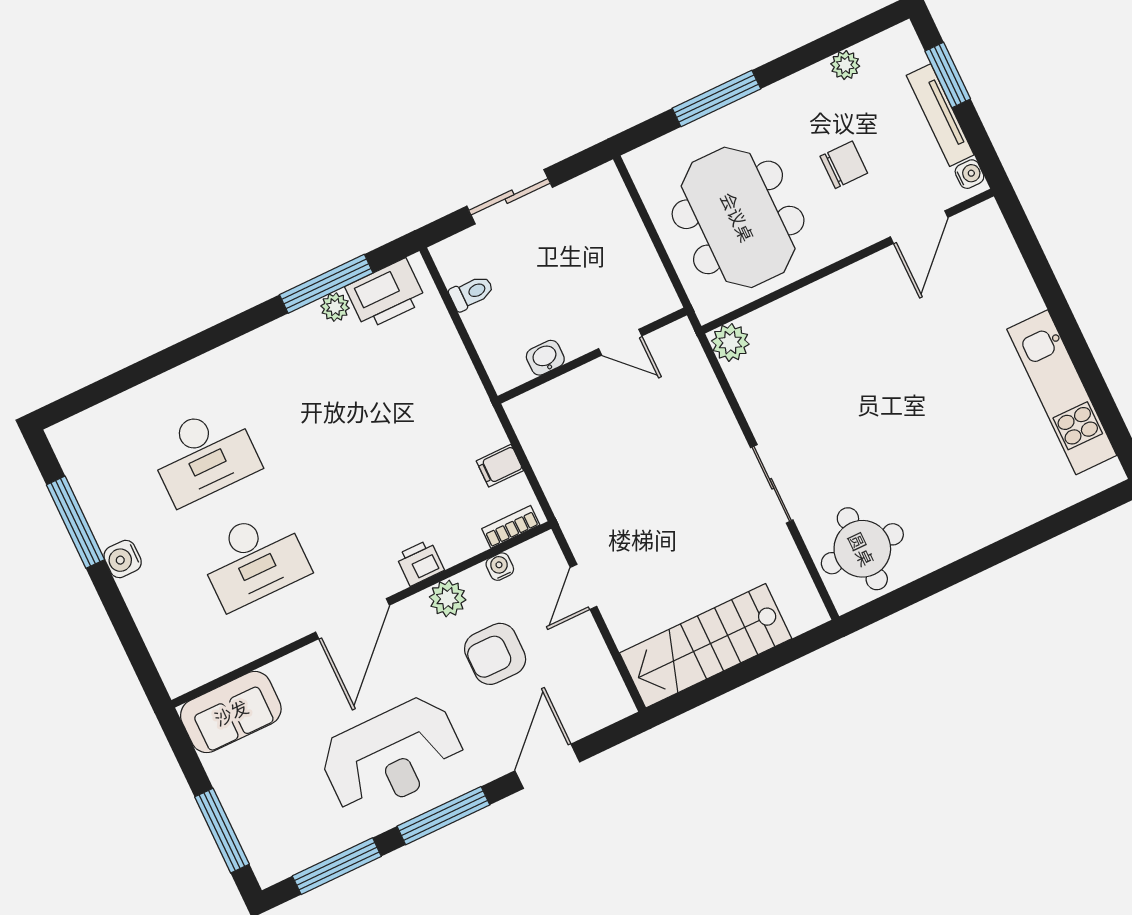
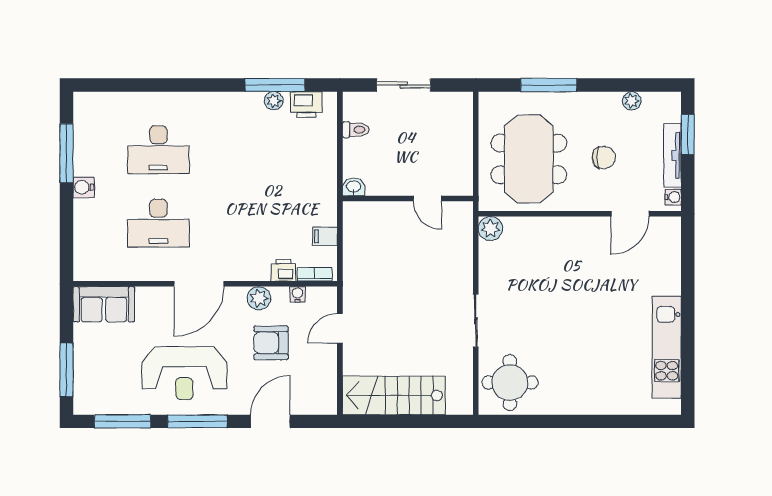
printer: (386, 294) -> (306, 105), width x0.73, depth x0.84
washbasin: (545, 358) -> (354, 187), moved
printer: (420, 563) -> (283, 270), moved

